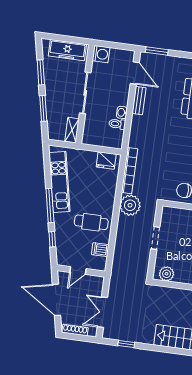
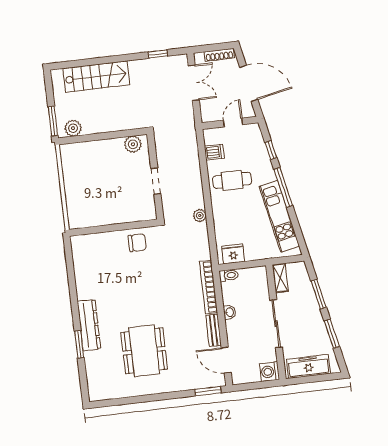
toilet: (117, 124) -> (229, 275), moved
bookcase: (129, 171) -> (209, 287), moved
plant: (130, 205) -> (200, 215), width x0.53, depth x0.53

